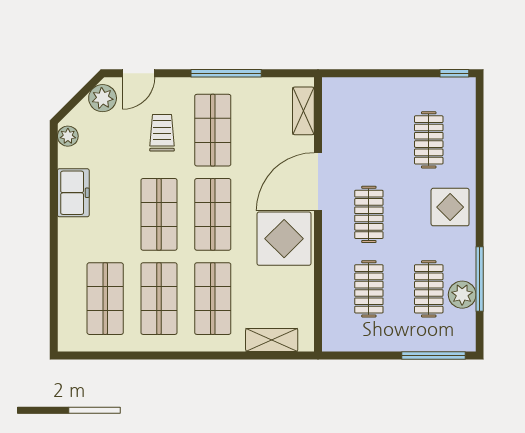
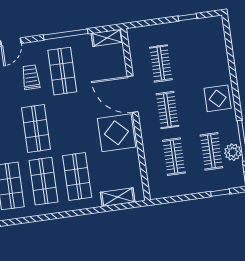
window: (454, 73) -> (187, 17), moved
shelving: (303, 111) -> (107, 38), moved, turned 90
clothes rail: (429, 140) -> (161, 63), moved
door: (318, 182) -> (133, 94), hinge flipped
shop shelf: (213, 214) -> (70, 124), removed
window: (434, 355) -> (220, 193), width x0.46

